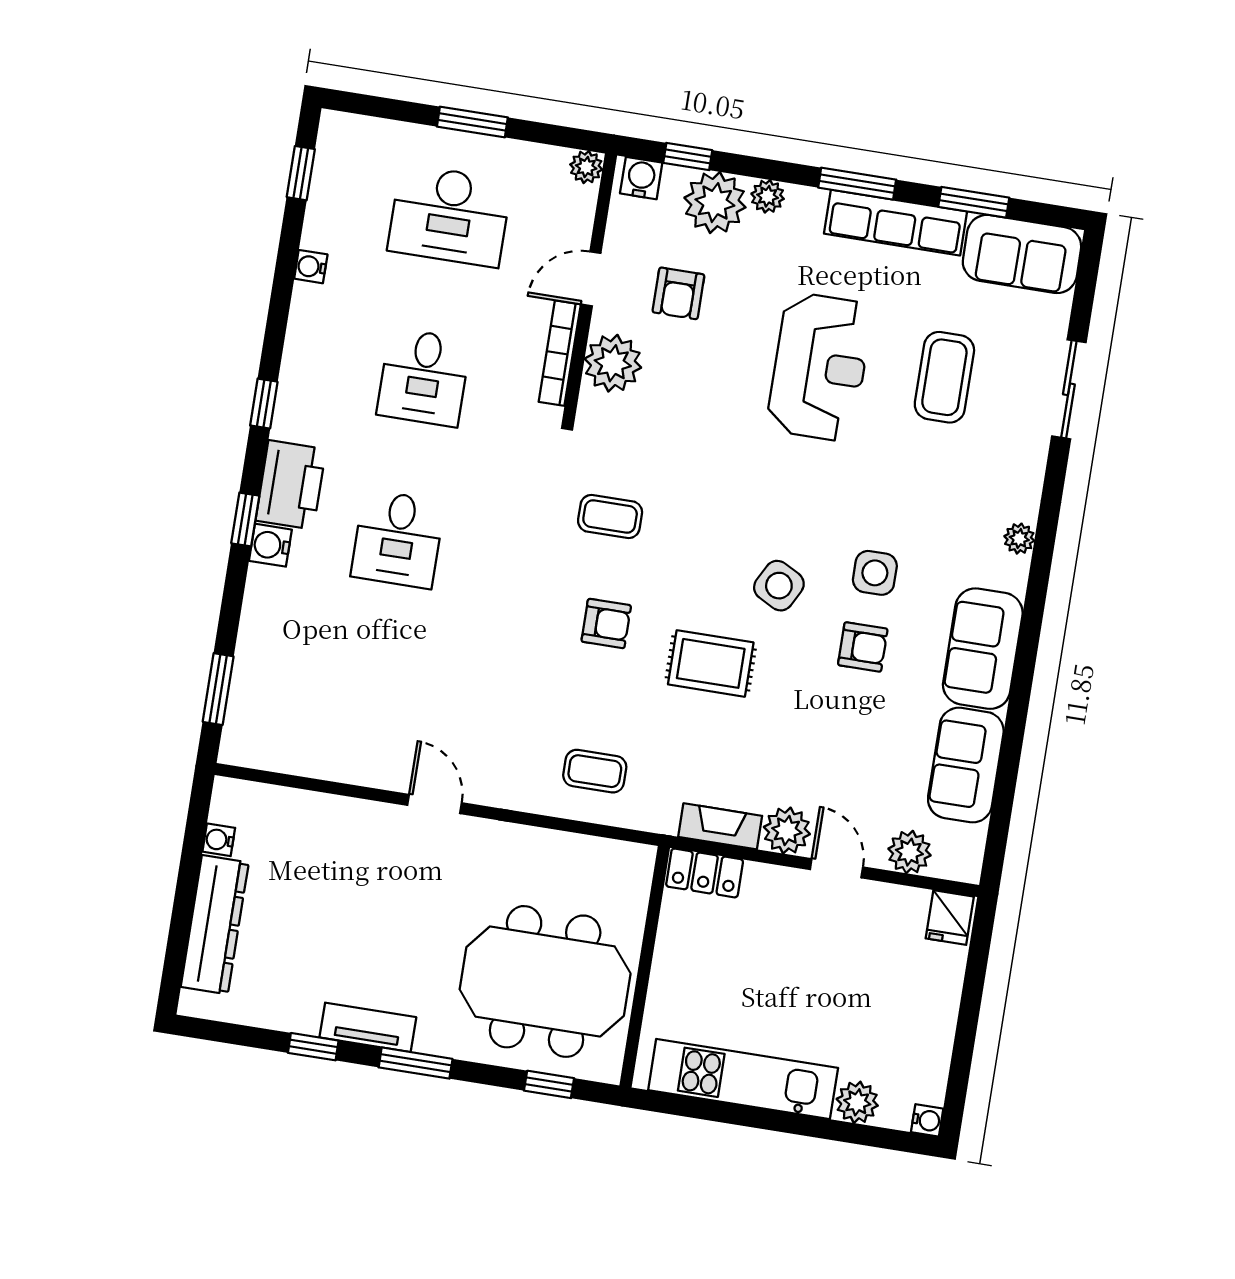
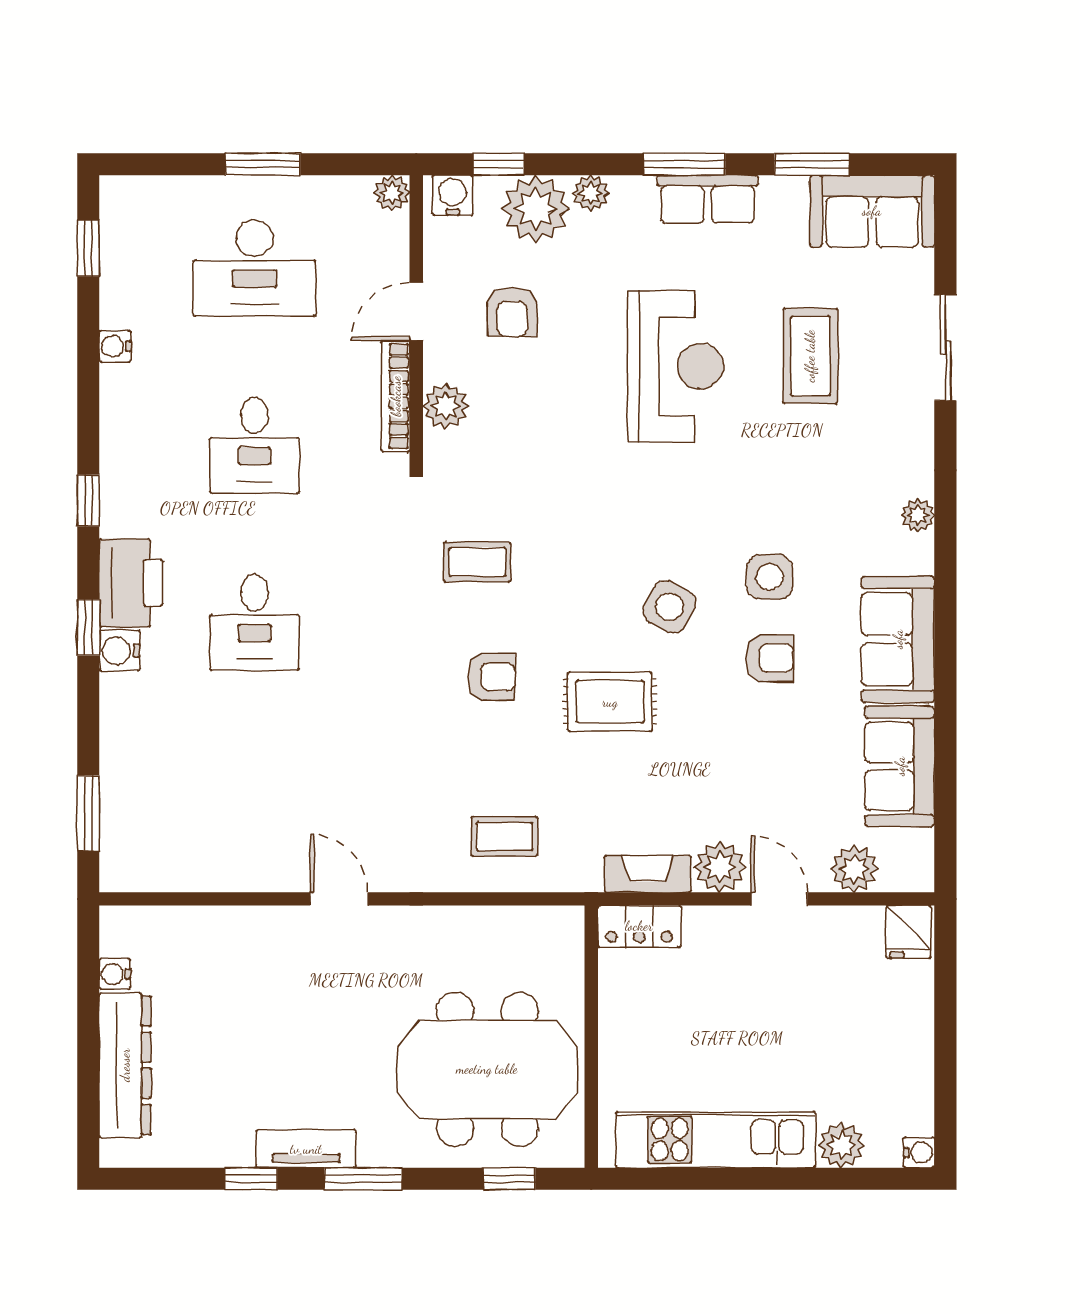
row of seats: (896, 223) -> (708, 199), width x0.68
plant: (613, 363) -> (446, 406), width x0.73, depth x0.73

